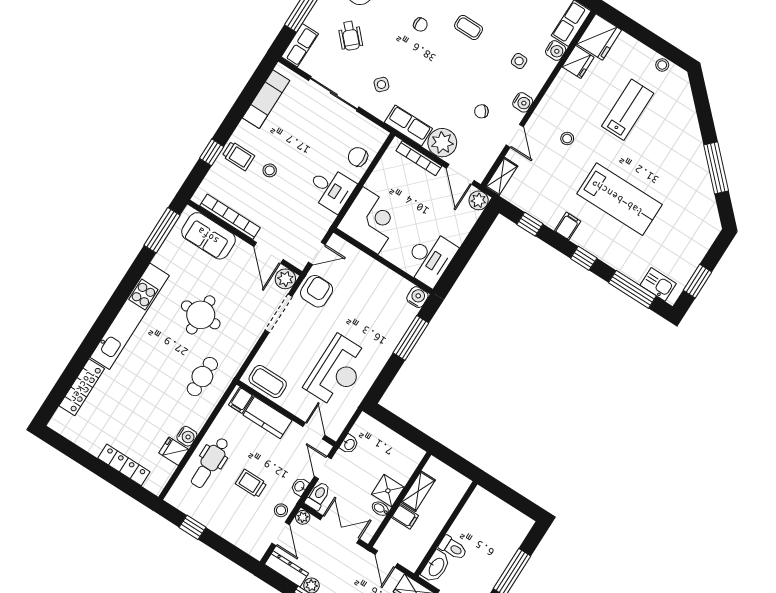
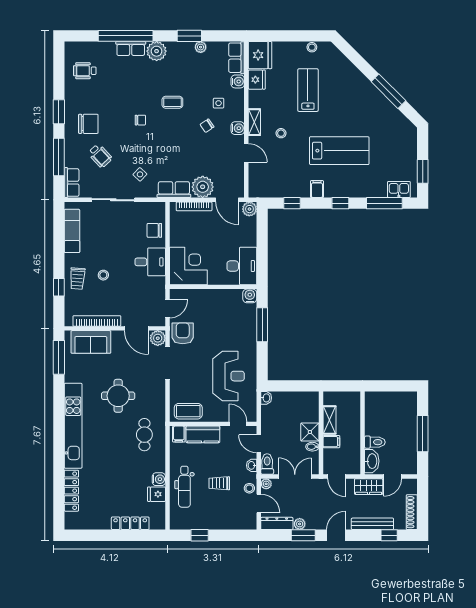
chair: (481, 111) -> (207, 126), moved
trolley: (238, 156) -> (77, 279), turned 94
shelving: (502, 176) -> (254, 122), moved
washbasin: (349, 444) -> (266, 398), moved

